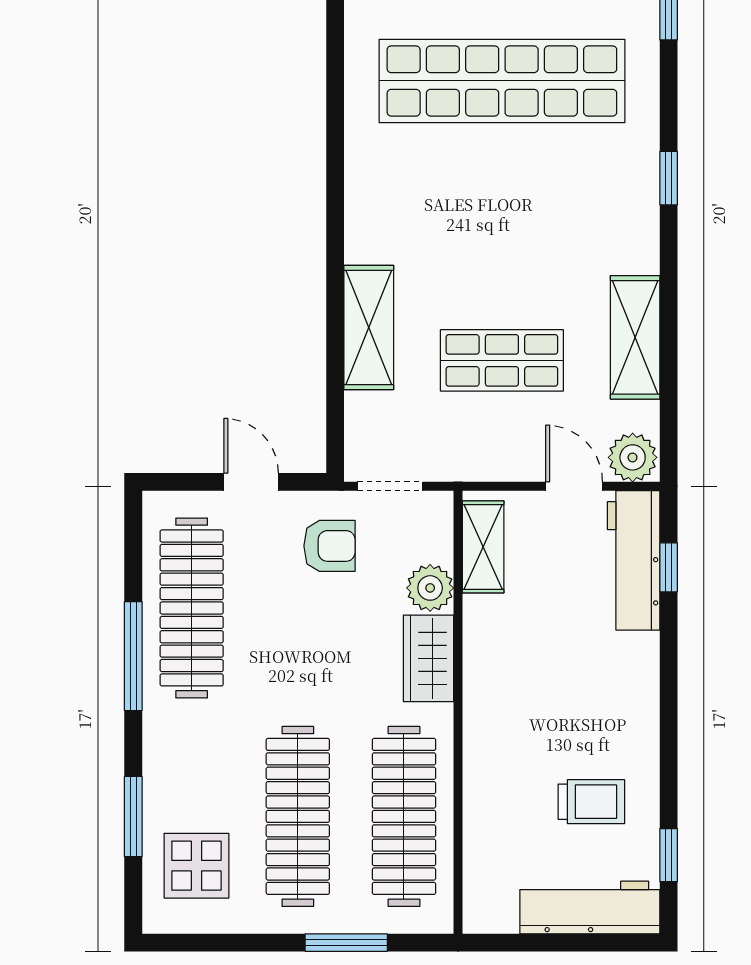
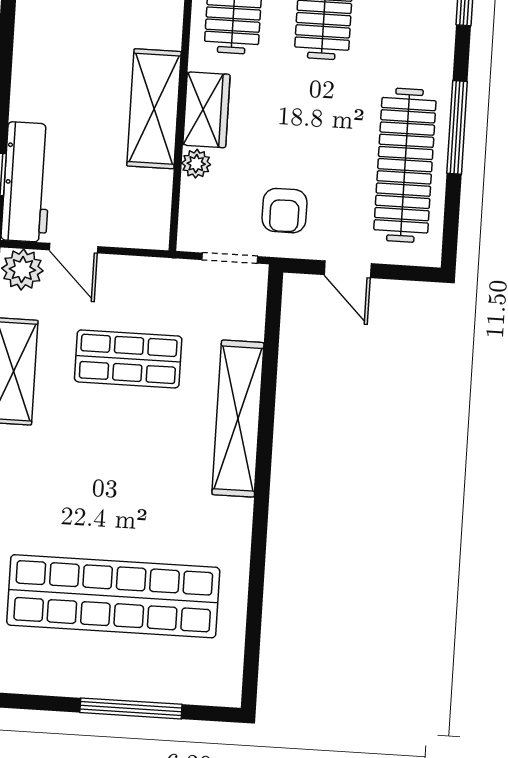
shelving: (369, 328) -> (238, 419), width x1.47
armchair: (329, 546) -> (285, 211), turned -90
shelving: (483, 547) -> (154, 109), moved, width x1.50, depth x1.33
plant: (430, 588) -> (196, 164), width x0.73, depth x0.73

